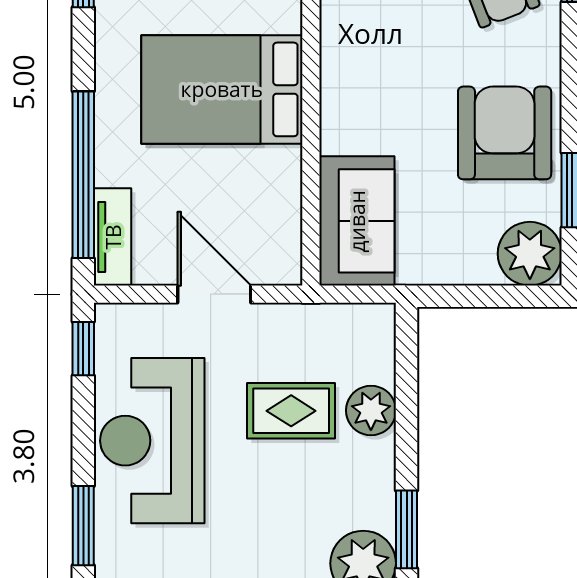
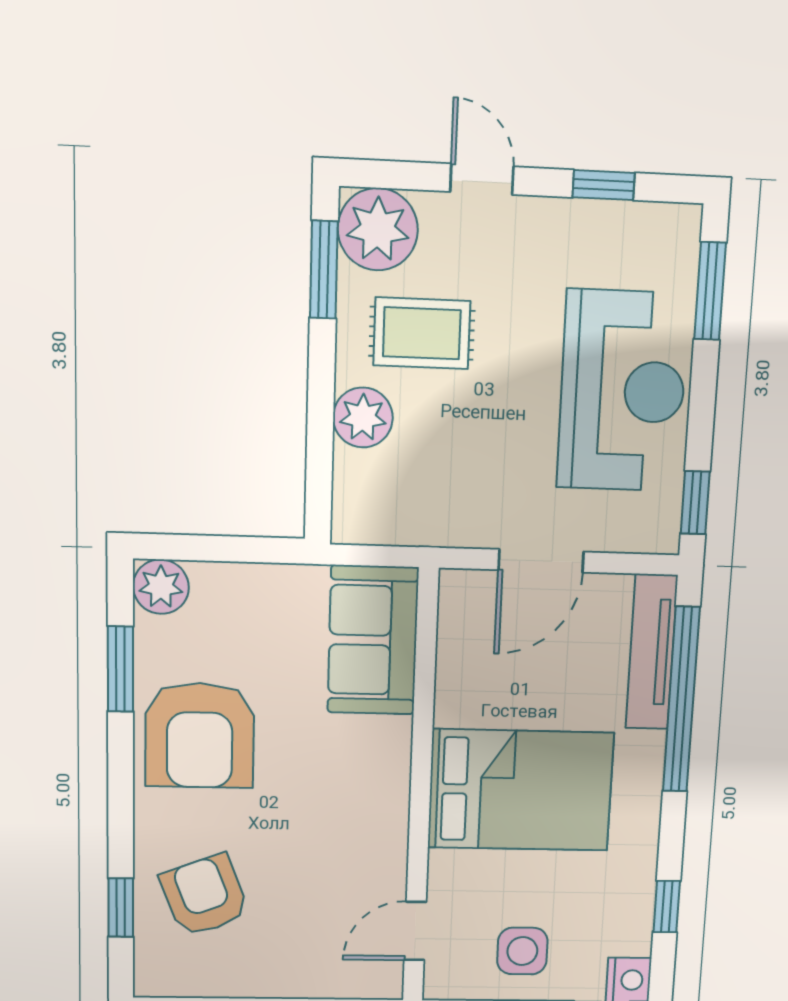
tv unit: (113, 237) -> (652, 652), width x1.41
plant: (530, 254) -> (161, 587), width x0.73, depth x0.73
door: (214, 294) -> (541, 561), hinge flipped
rug: (291, 411) -> (422, 333), moved

